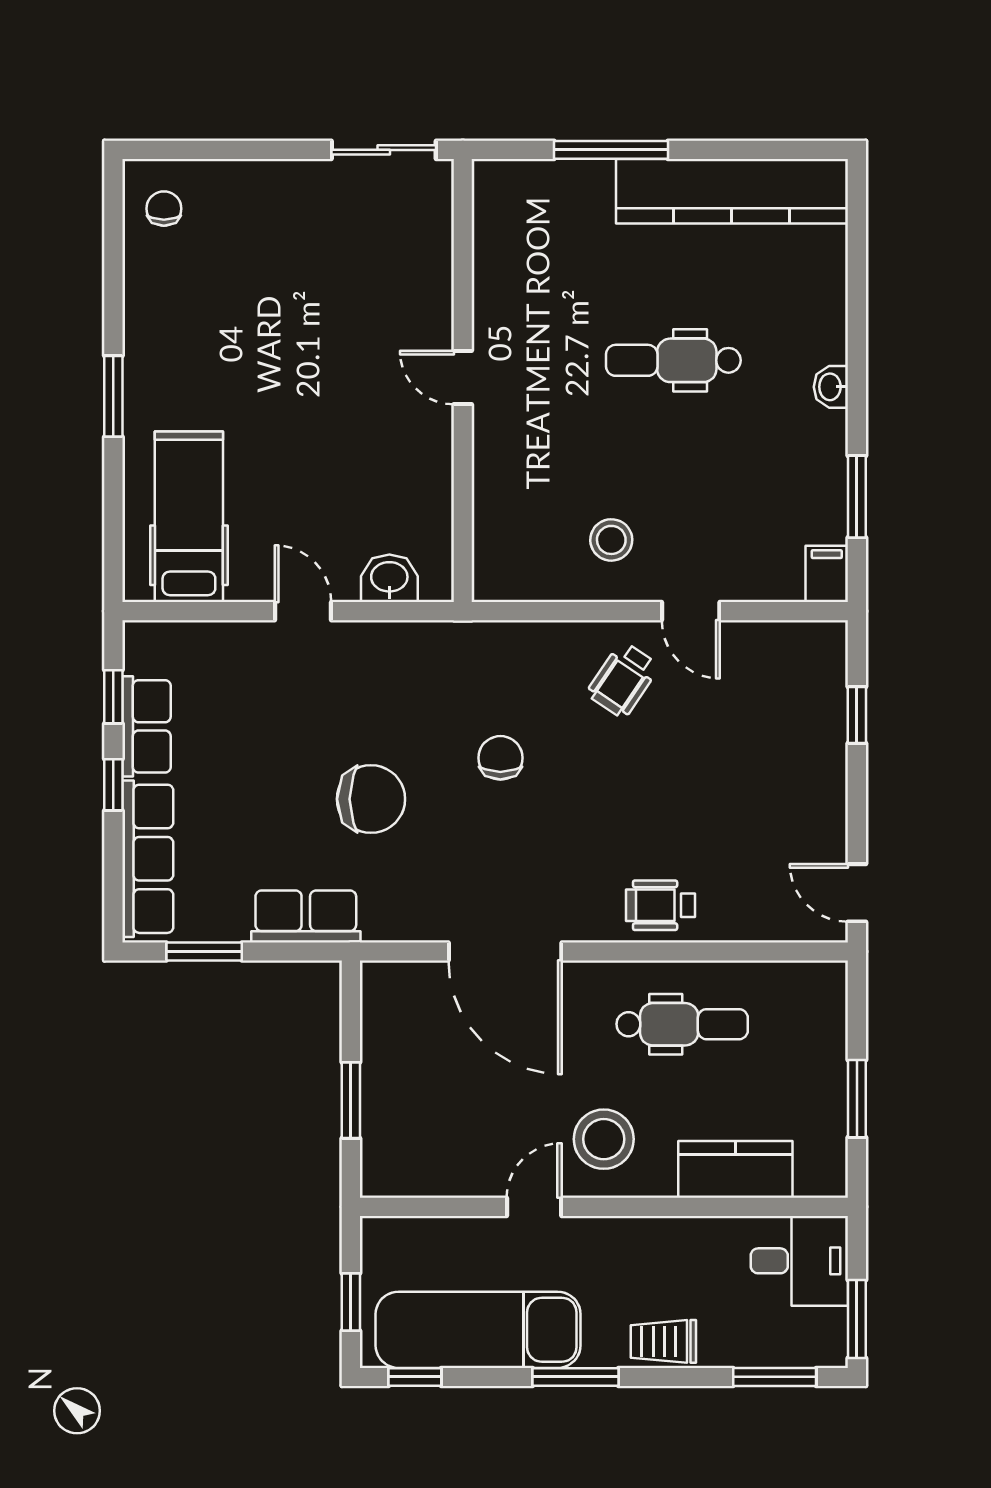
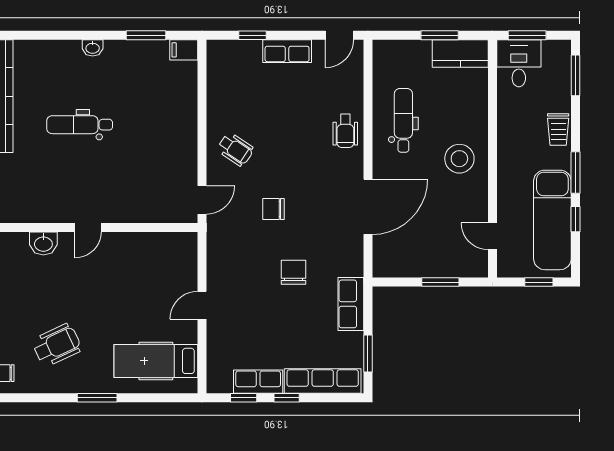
wheelchair: (222, 314) -> (57, 345), added
dental chair: (673, 360) -> (80, 125), turned 90
stool: (611, 540) -> (167, 155), removed
washbasin: (389, 578) -> (43, 243), moved, turned -90
door: (691, 611) -> (202, 200), moved
row of seats: (824, 786) -> (287, 51), added
chair: (371, 799) -> (294, 272), width x0.73, depth x0.73
kitchen counter: (735, 1169) -> (460, 53), moved, turned -90
door: (534, 1207) -> (492, 236), moved
window: (857, 1319) -> (527, 35), moved
window: (415, 1377) -> (575, 219), moved

